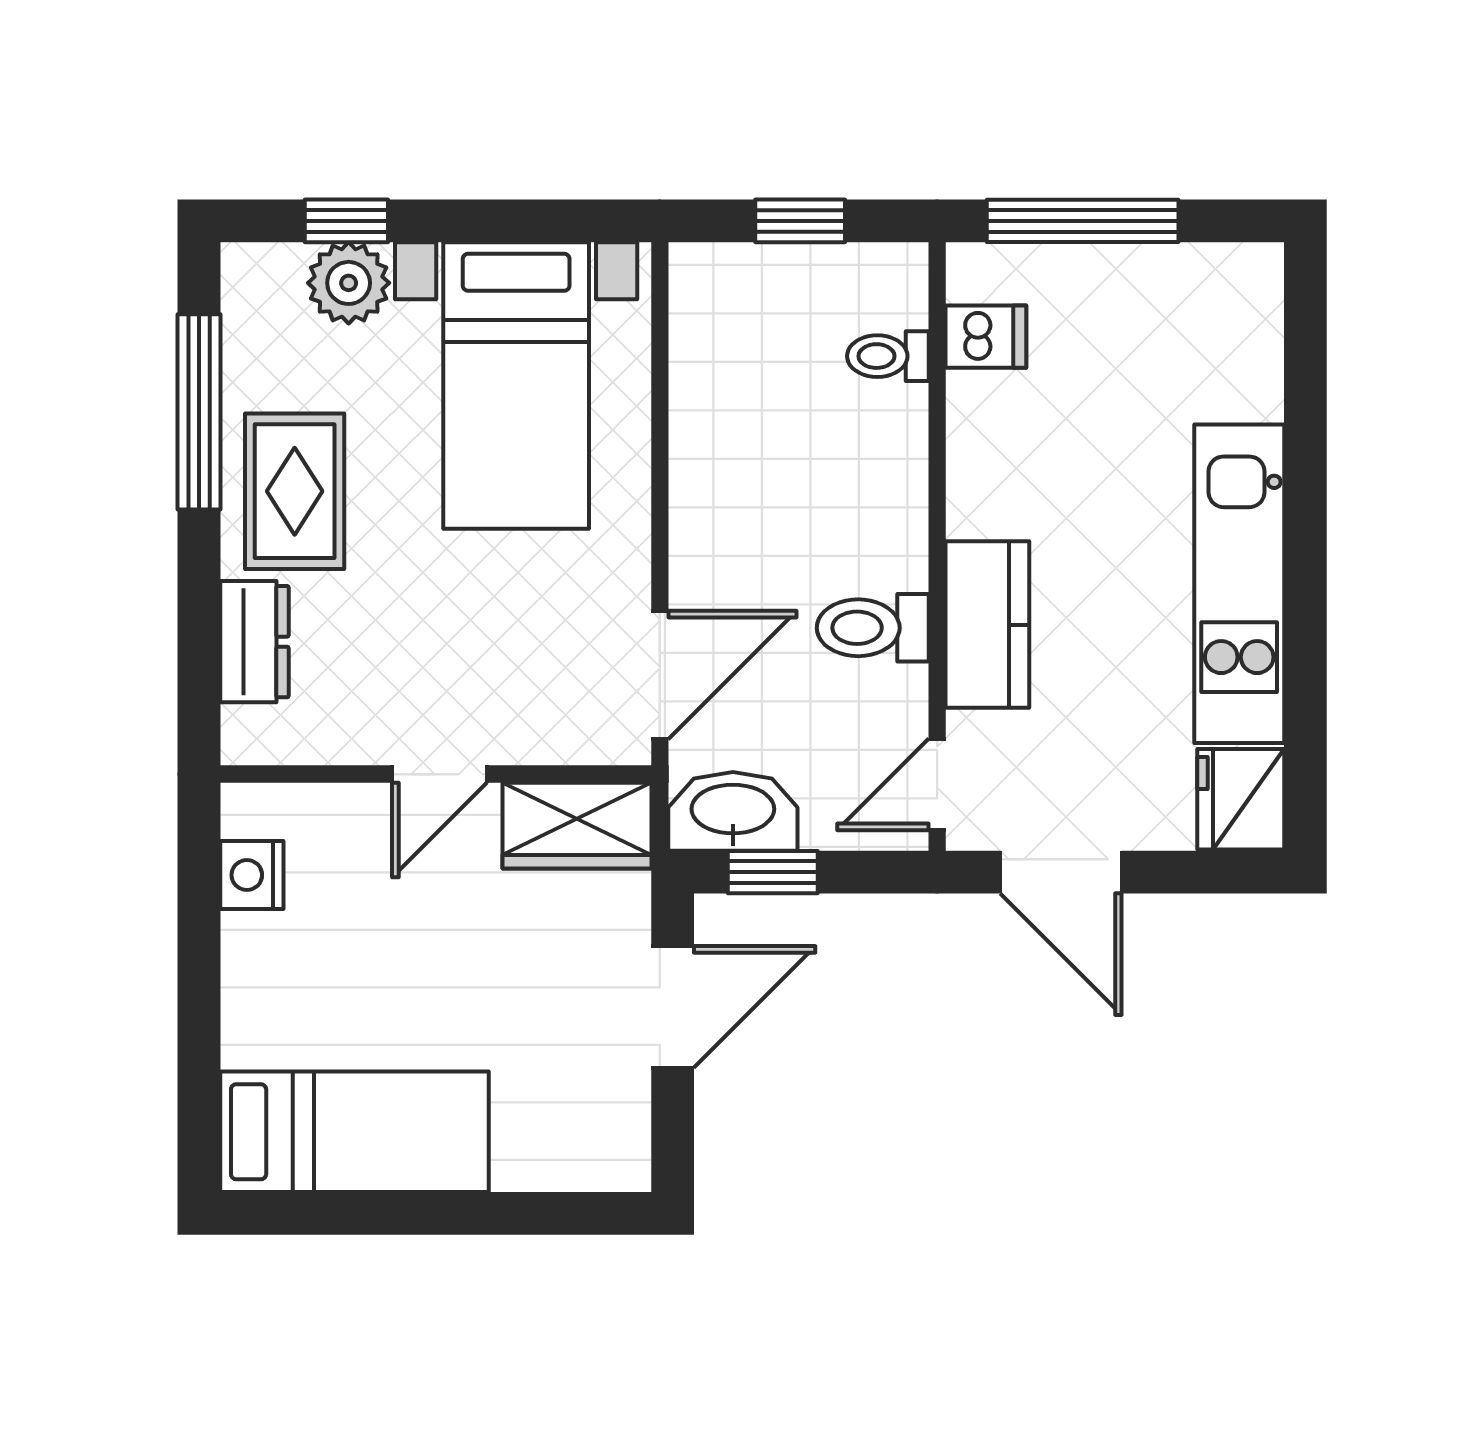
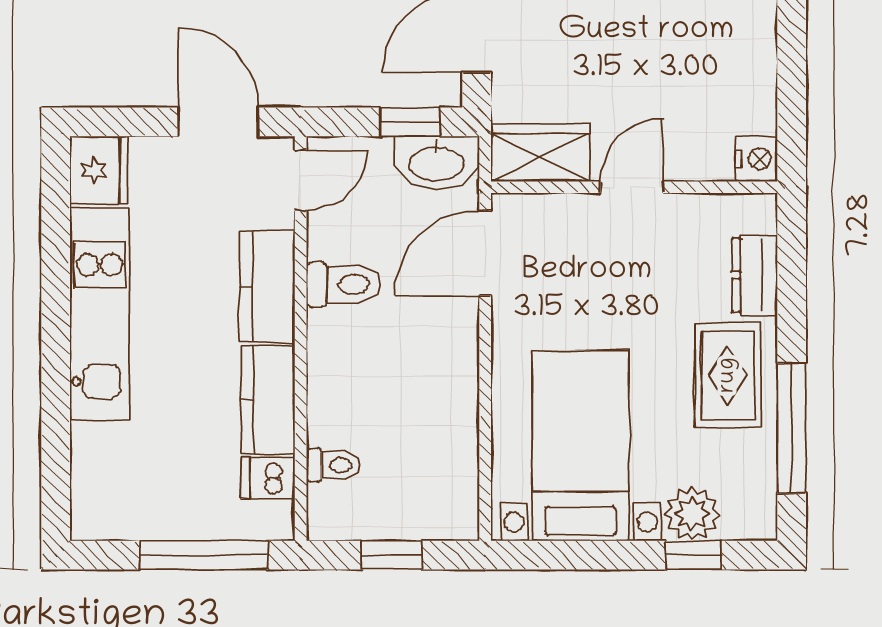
kitchen counter: (986, 454) -> (268, 400), added
nightstand: (252, 875) -> (756, 159), moved

